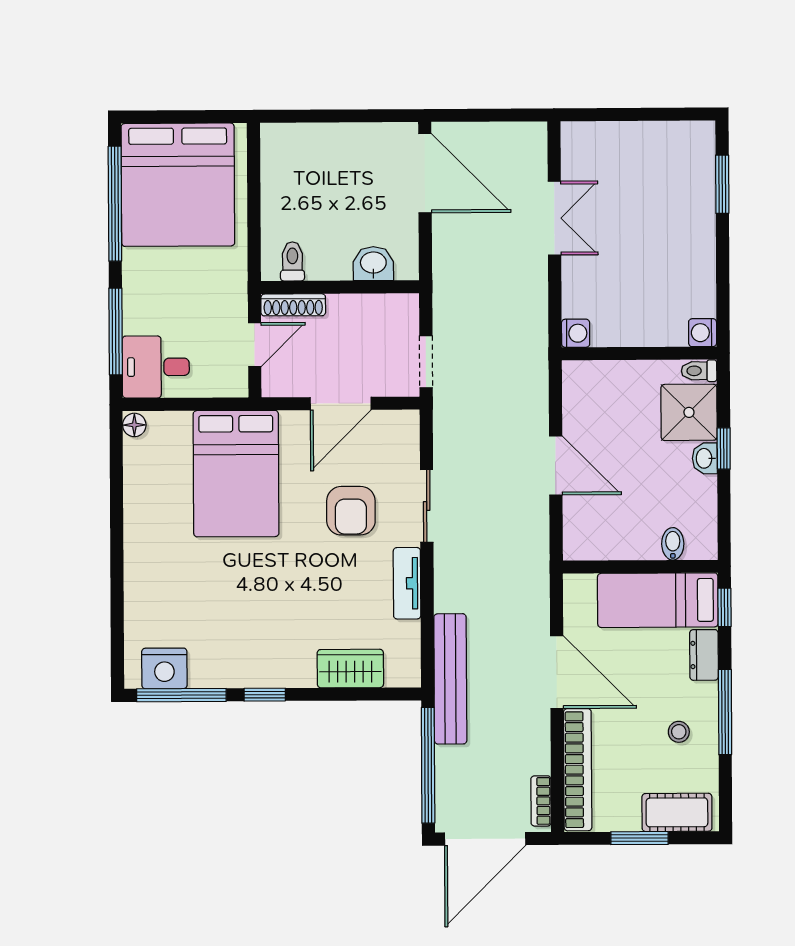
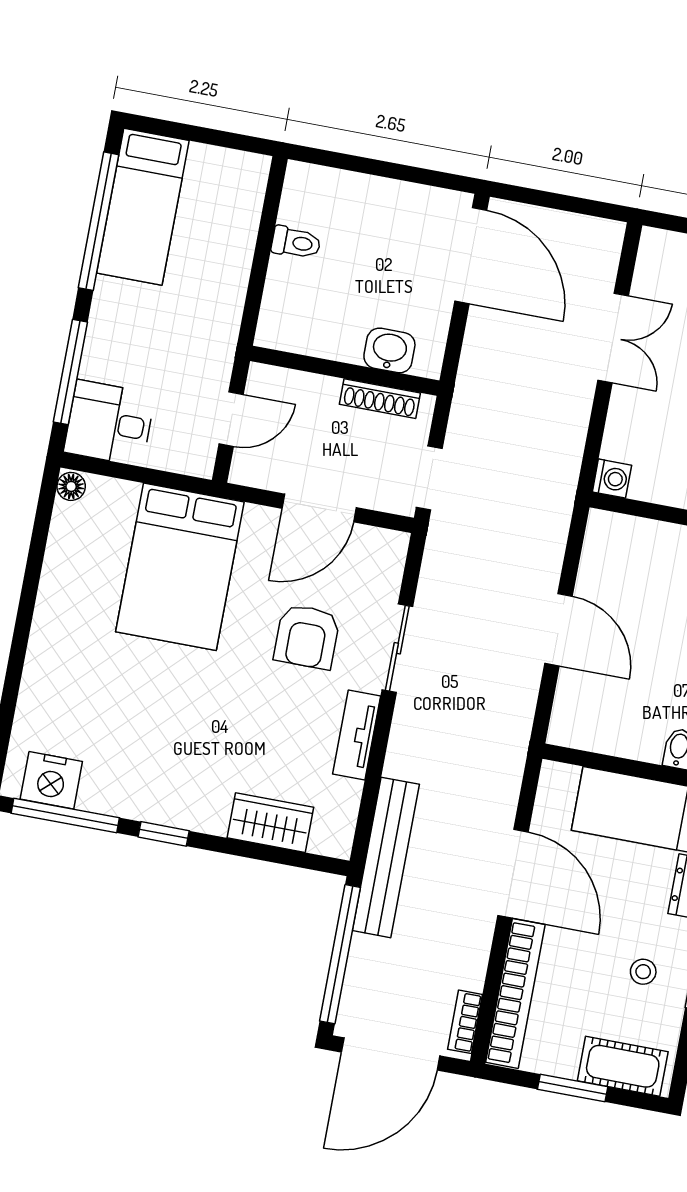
bed: (178, 185) -> (143, 207), width x0.49
toilet: (292, 261) -> (296, 243), moved, turned 90
shoe rack: (293, 305) -> (380, 399), moved

